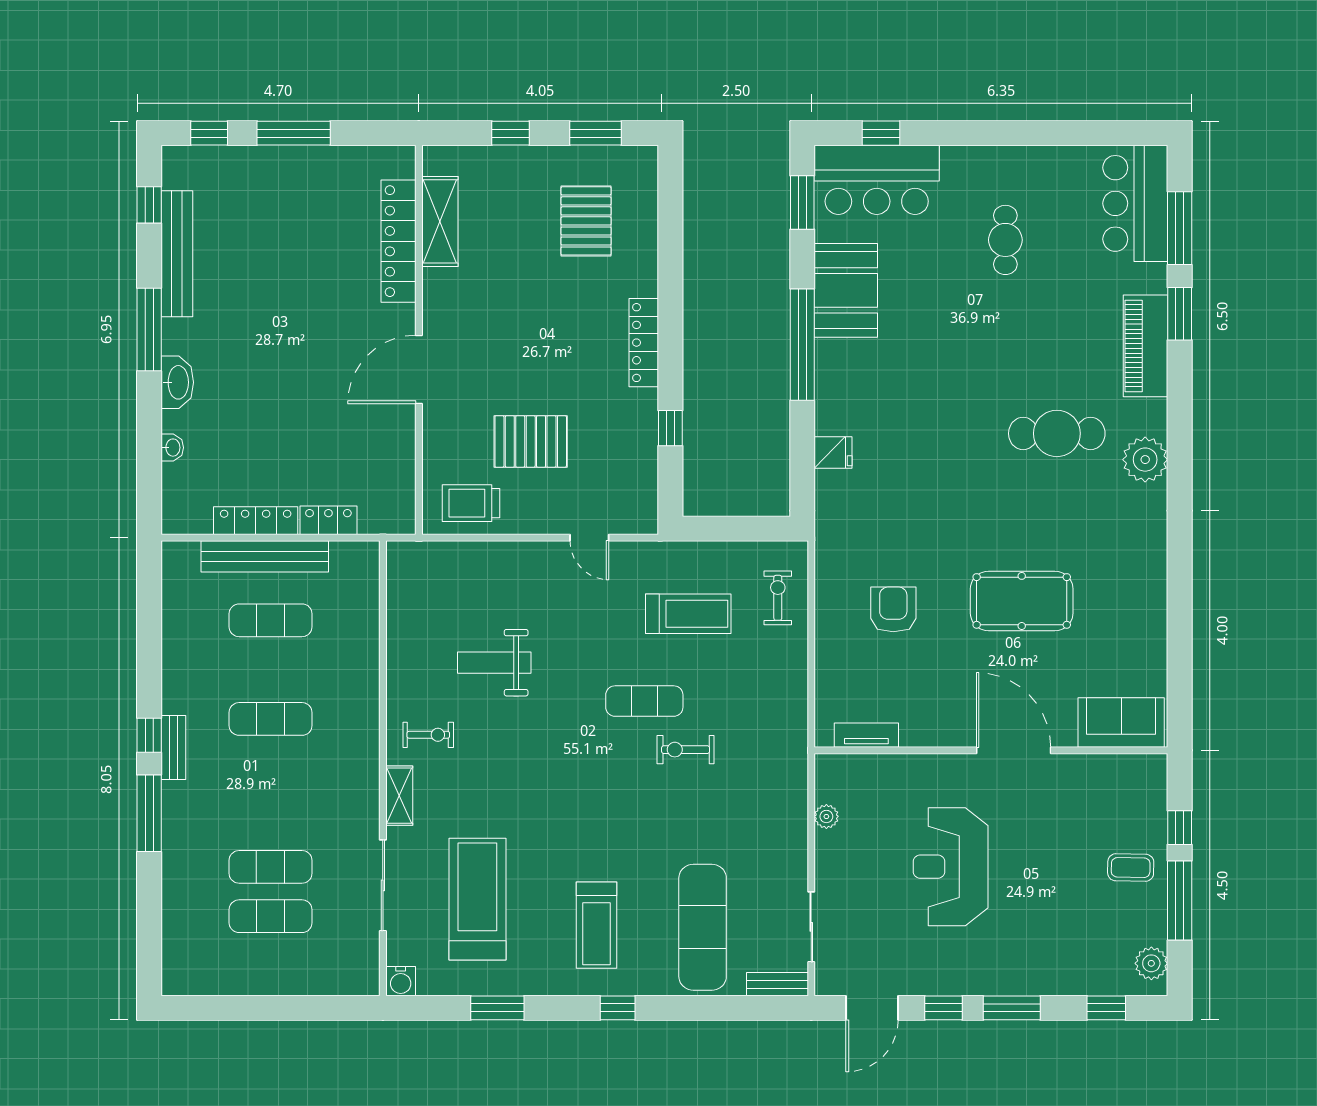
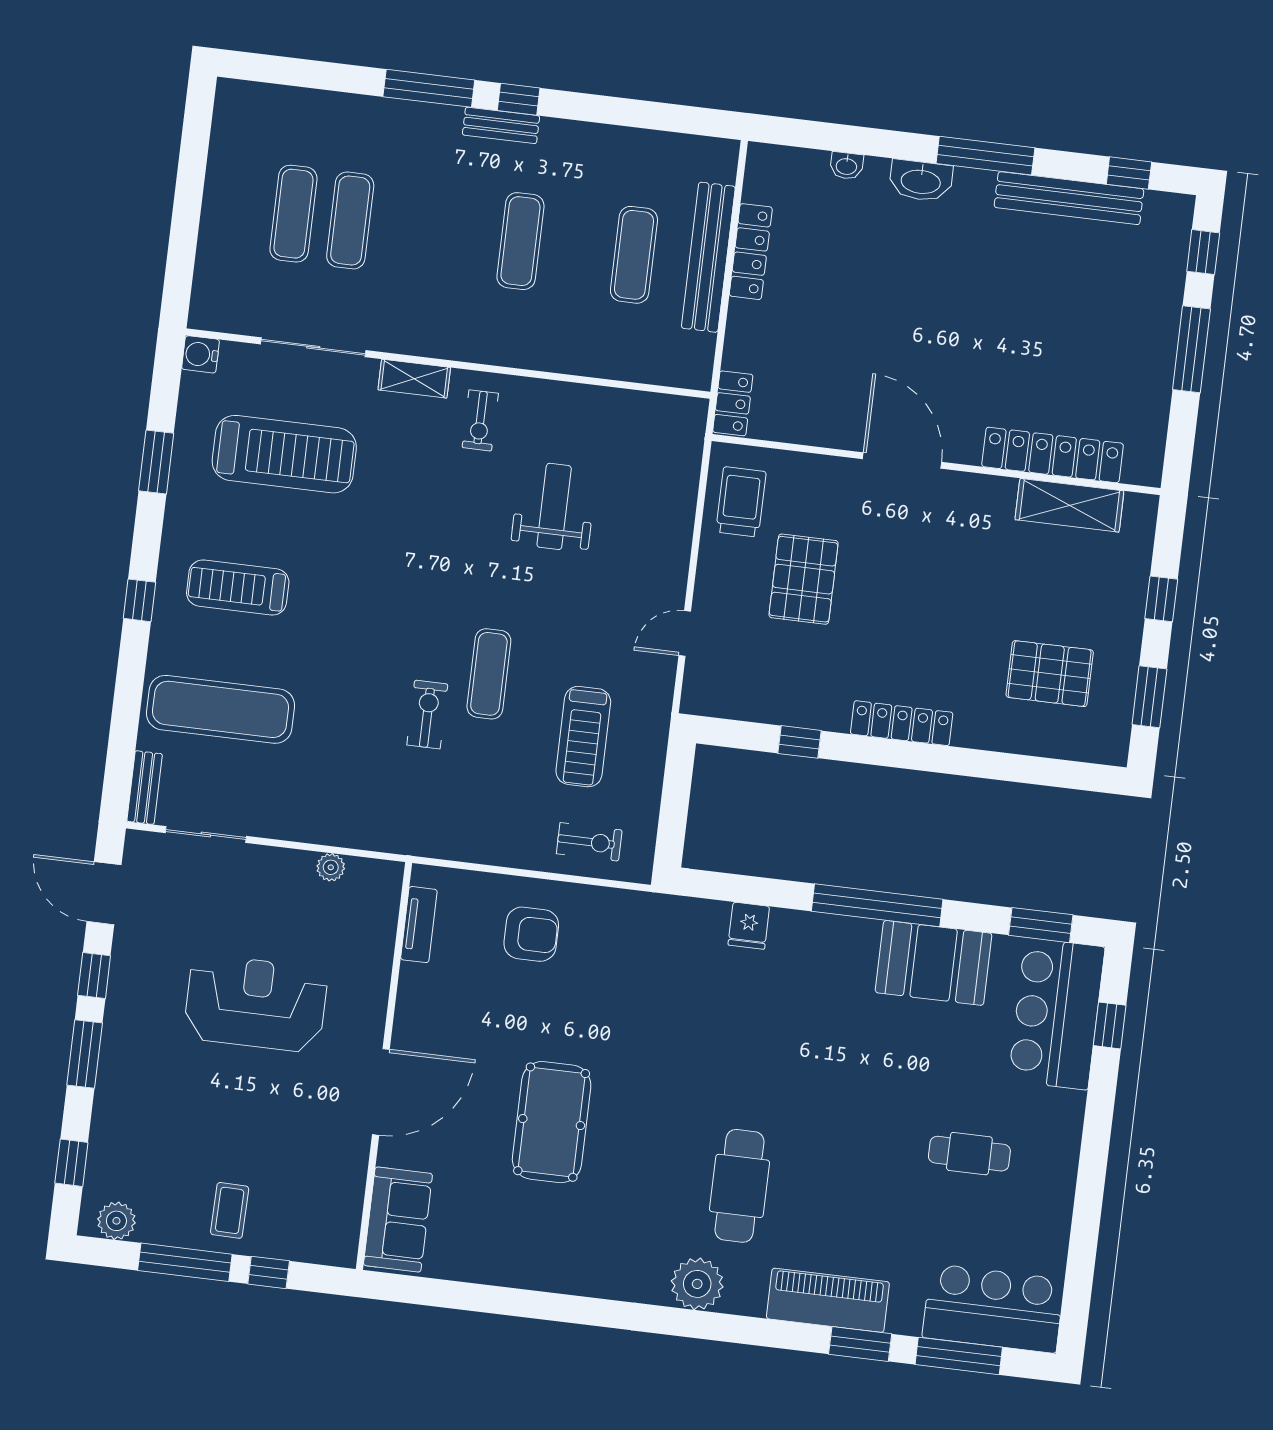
locker: (328, 520) -> (733, 403), moved
armchair: (893, 609) -> (531, 934), moved

